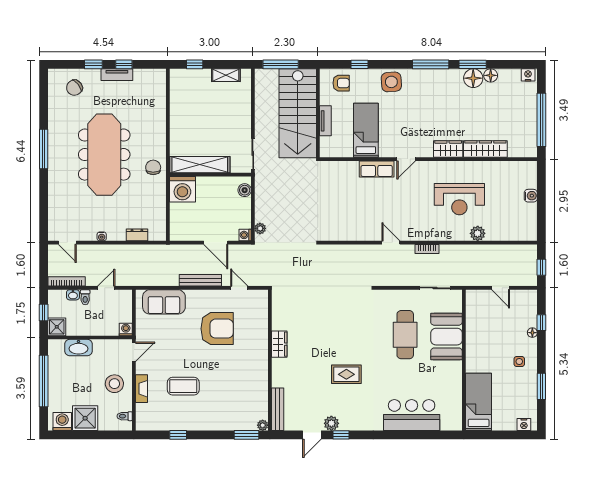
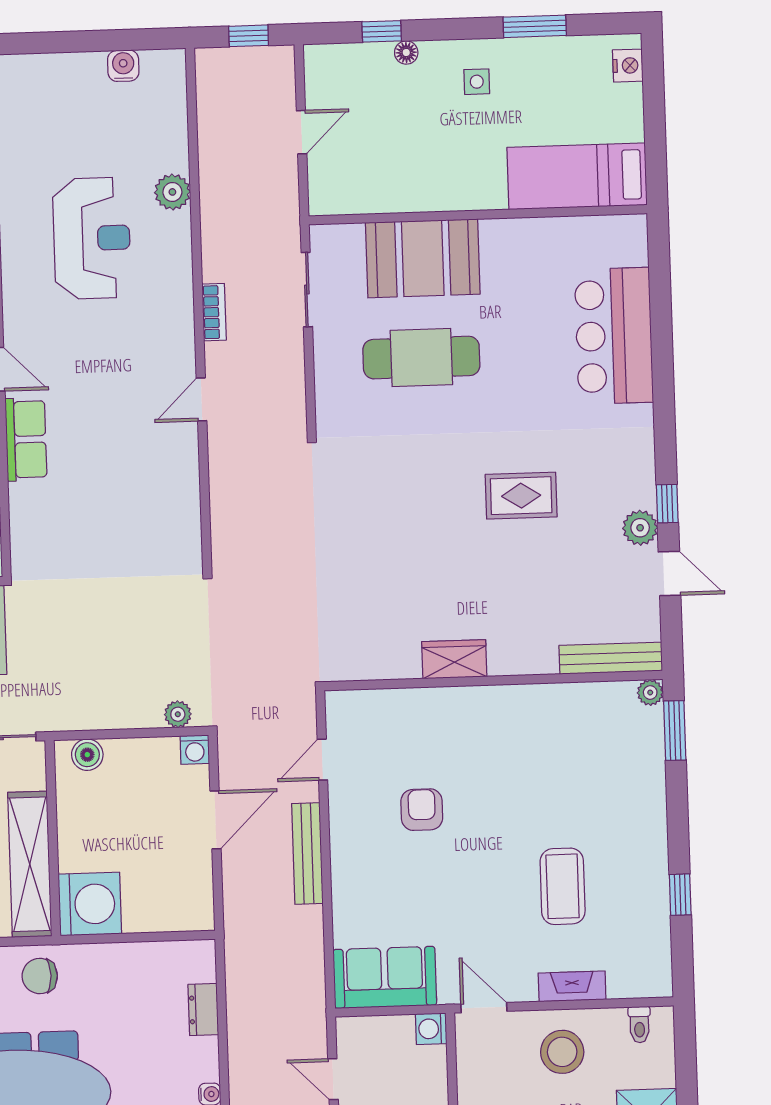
water cooler: (531, 196) -> (123, 66), moved
sofa: (164, 302) -> (385, 977), moved, turned -90
armchair: (217, 329) -> (422, 810), width x0.53, depth x0.53
rug: (346, 374) -> (521, 496), turned 90

